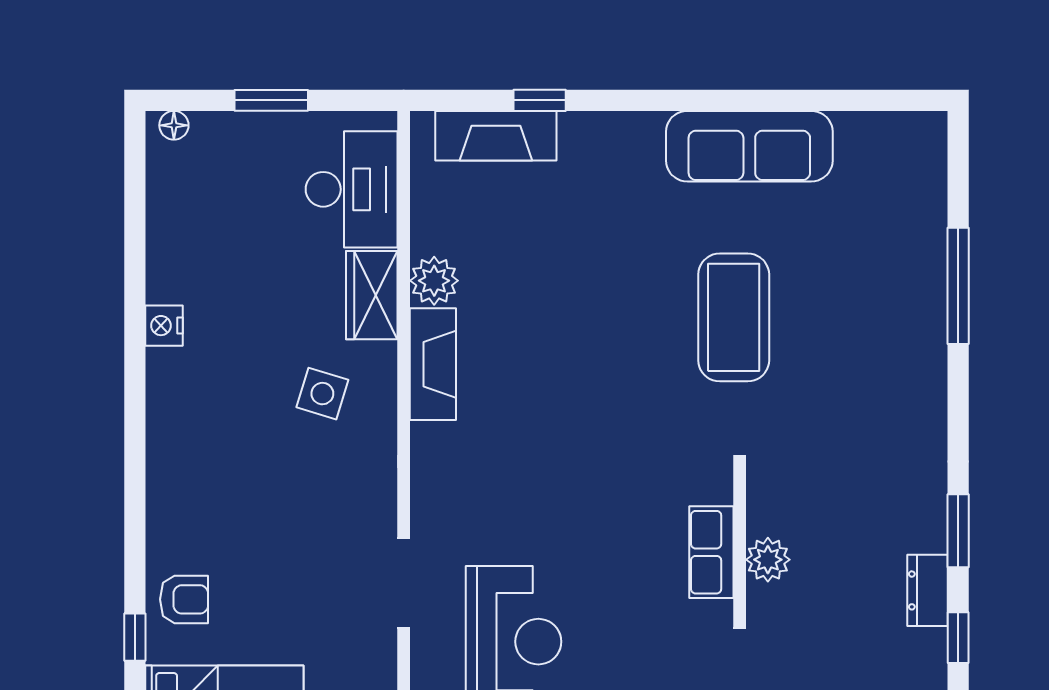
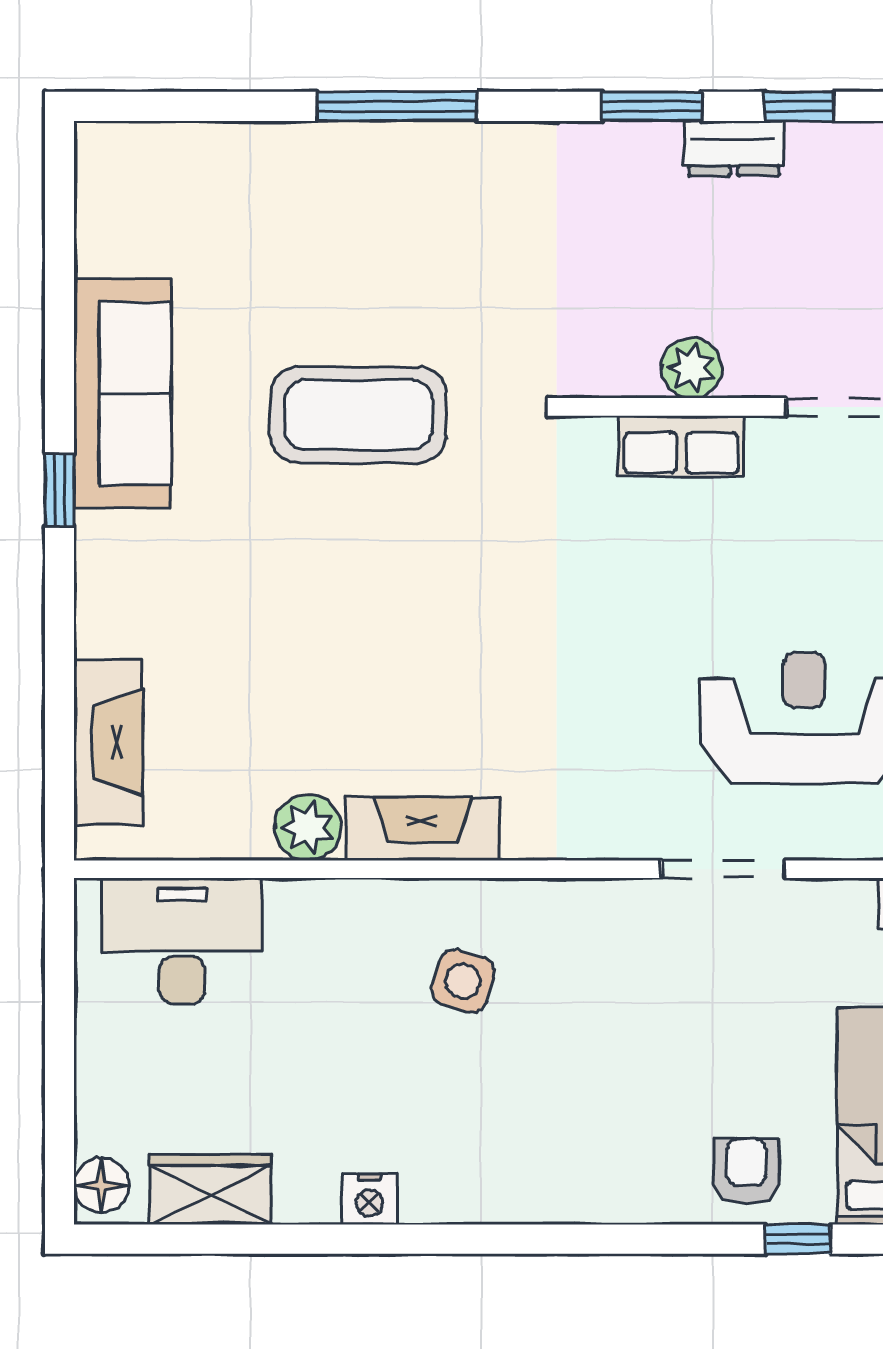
window: (271, 100) -> (59, 1051), removed
window: (540, 100) -> (59, 490), moved
floor lamp: (174, 125) -> (101, 1185), width x1.37, depth x1.37
window: (958, 286) -> (397, 106), moved
wardrobe: (372, 295) -> (210, 1189), moved, turned 180

